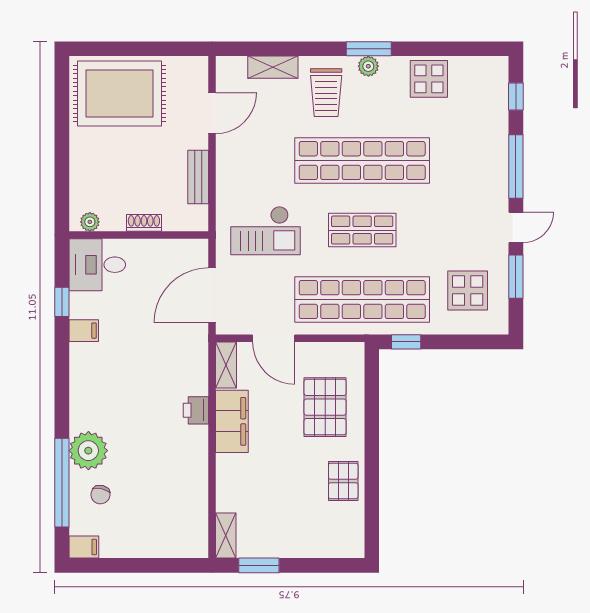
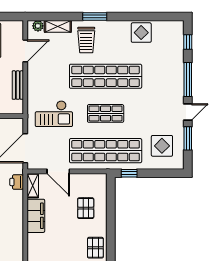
window: (369, 49) -> (95, 16), moved
plant: (368, 66) -> (38, 26), moved
pallet: (325, 407) -> (86, 208), width x0.67, depth x0.71
printer: (196, 410) -> (17, 182), moved

